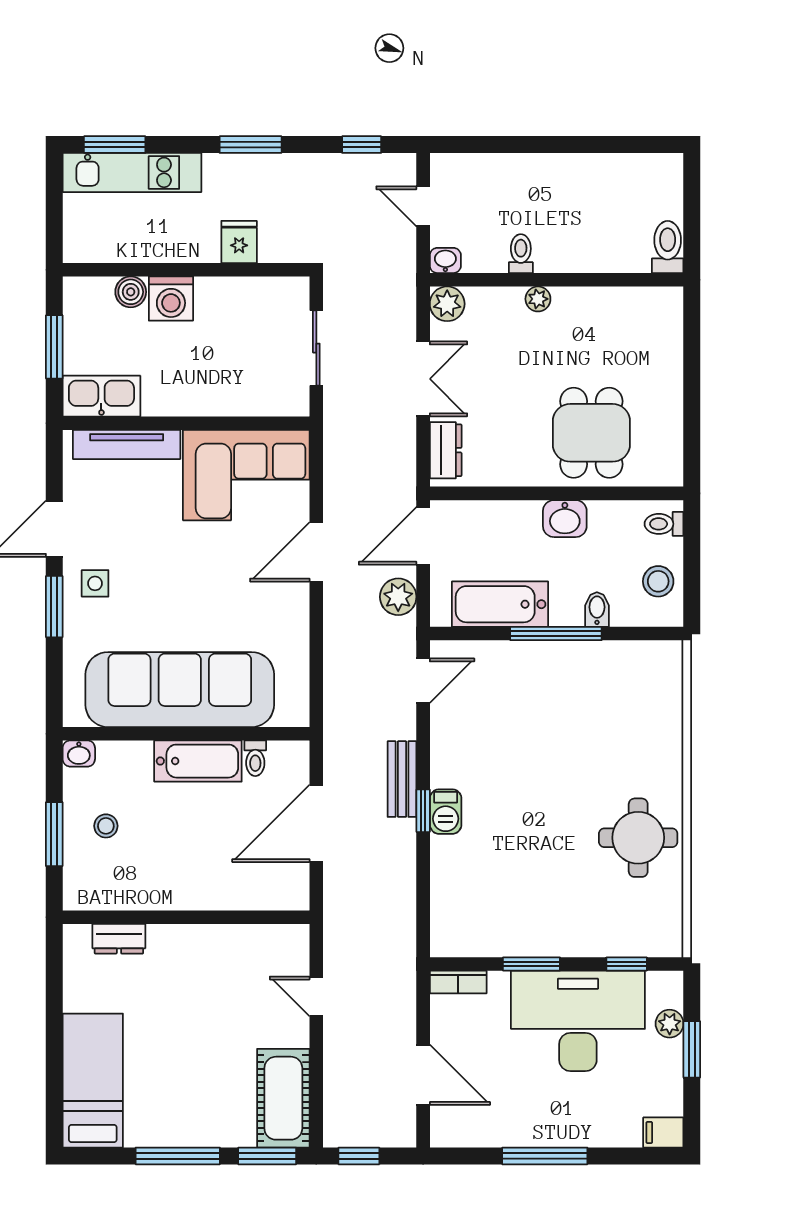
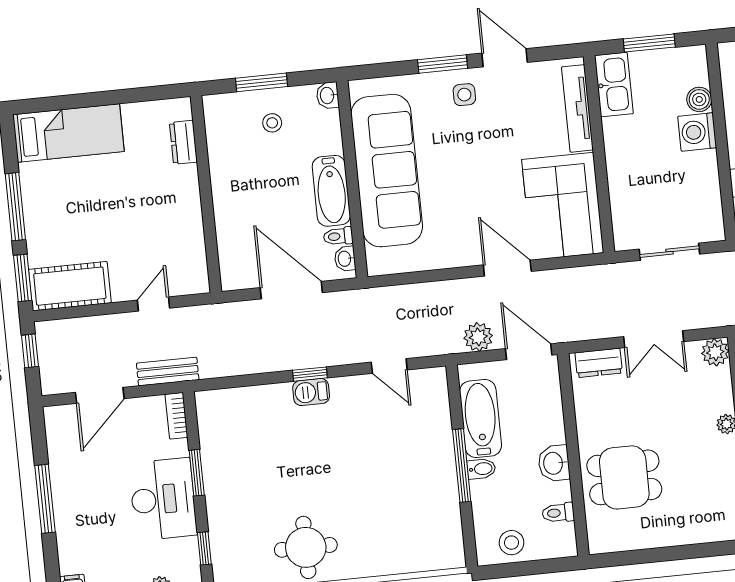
toilet: (664, 524) -> (558, 513), moved, turned -90
bidet: (597, 610) -> (481, 469), moved
door: (423, 681) -> (389, 366), moved
washbasin: (284, 753) -> (345, 259), added
bench: (402, 779) -> (168, 372), moved
desk: (578, 1021) -> (163, 499), width x0.73, depth x0.77

